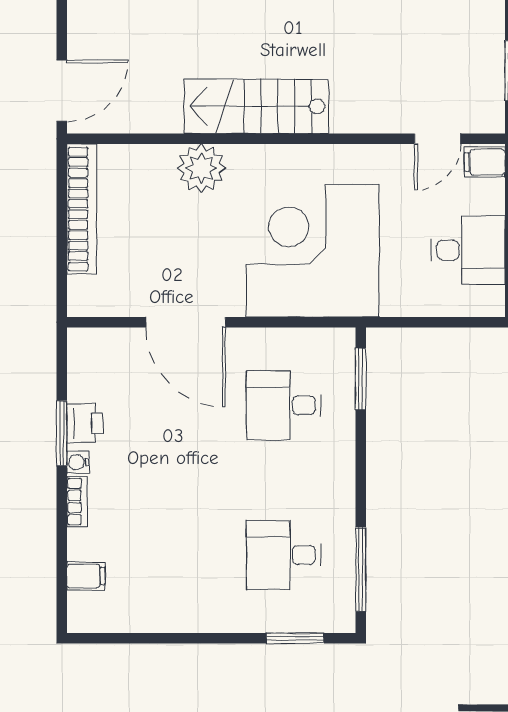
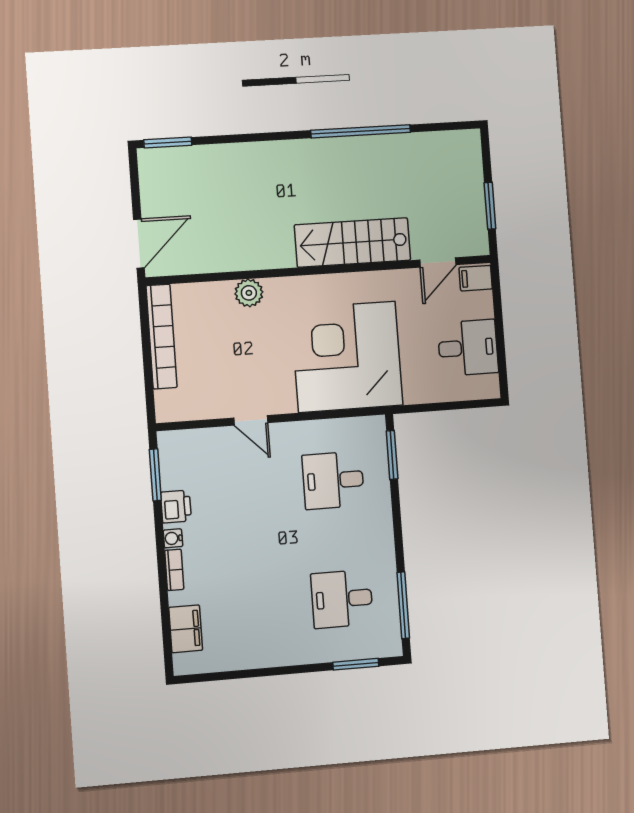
stairs: (256, 106) -> (352, 242), moved
plant: (201, 168) -> (249, 293), width x0.73, depth x0.73
door: (186, 322) -> (251, 420), width x0.53
window: (62, 433) -> (155, 475), moved
filing cabinet: (86, 576) -> (186, 629), width x2.00

